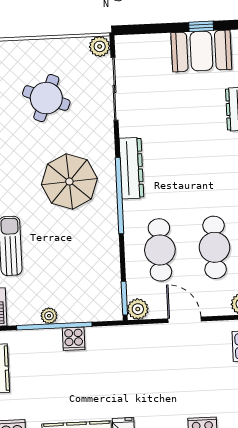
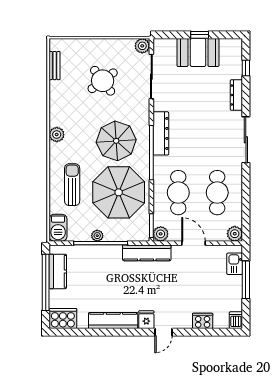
window: (201, 26) -> (200, 35), moved
booth: (201, 51) -> (198, 52), moved
round table: (46, 98) -> (103, 81), turned 31
parasol: (76, 254) -> (119, 192), added
kitchen counter: (120, 337) -> (147, 253), added
cooker: (74, 339) -> (114, 253), removed

